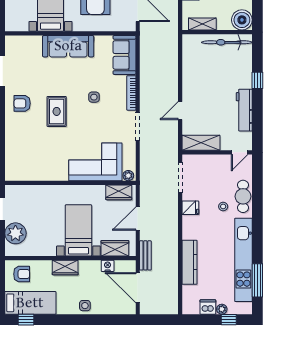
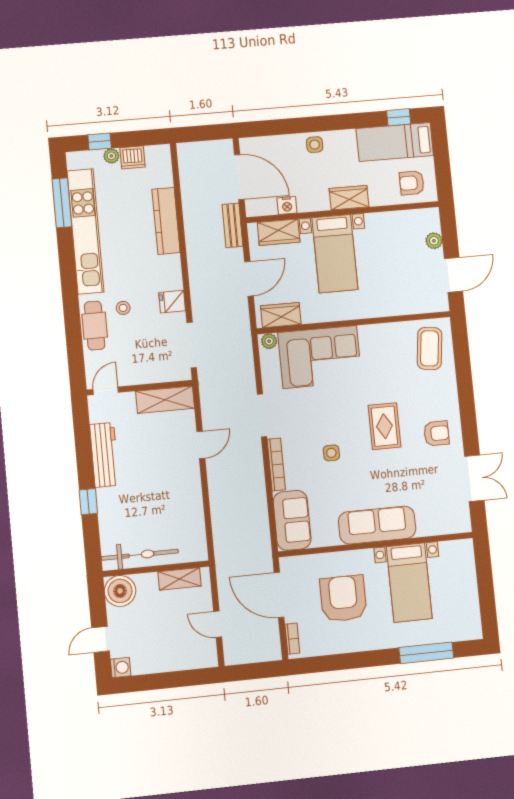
coffee table: (21, 161) -> (430, 348), added
plant: (15, 233) -> (434, 241), width x0.53, depth x0.53

